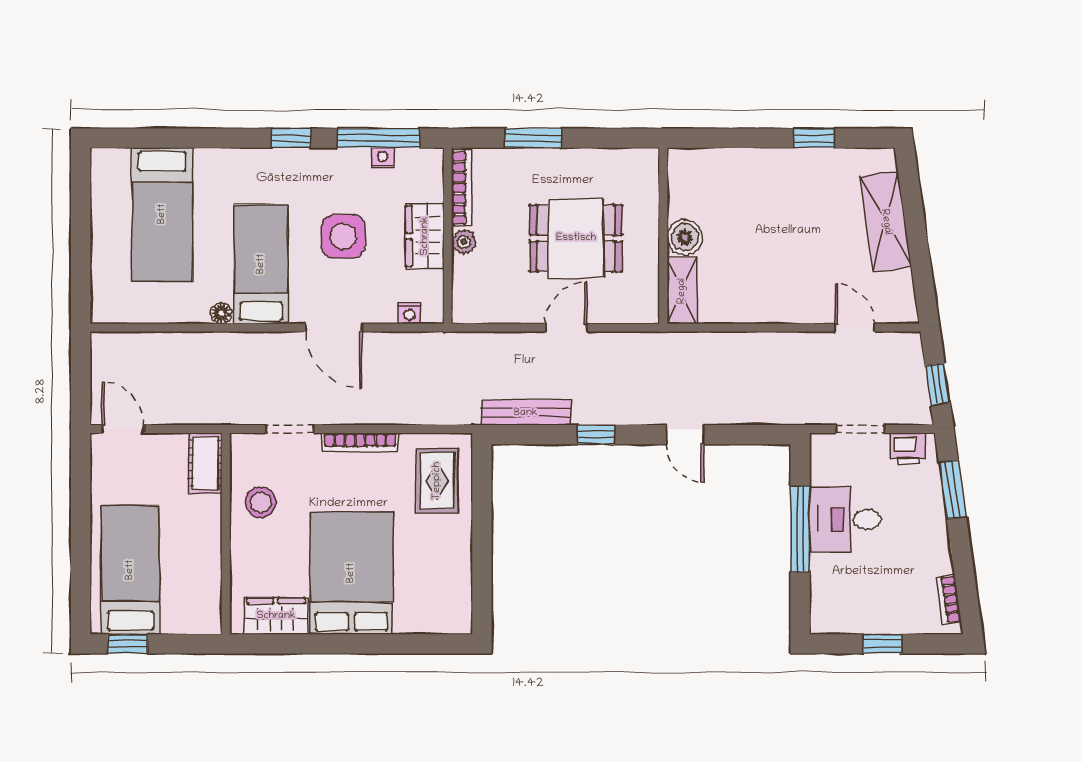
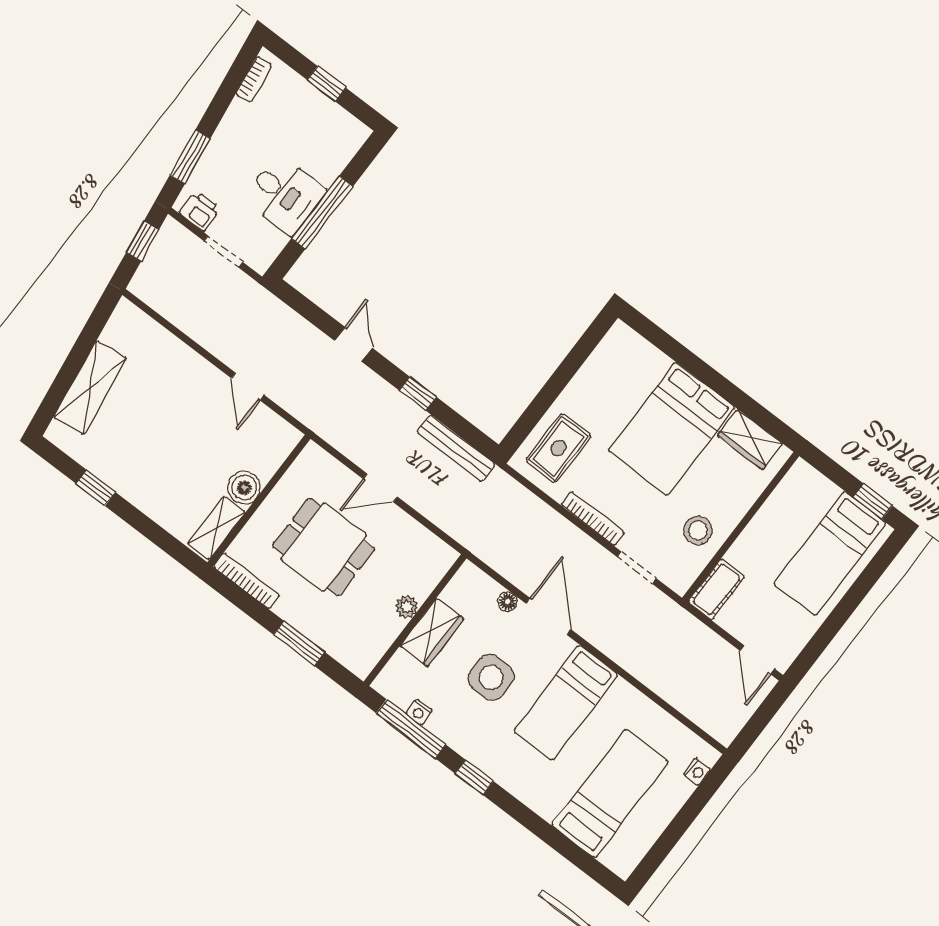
bookcase: (461, 188) -> (246, 581), moved, turned 90
shelving: (682, 291) -> (217, 528), moved
floor lamp: (221, 313) -> (508, 602), moved
nightstand: (409, 313) -> (697, 772), moved, turned 90
door: (855, 328) -> (248, 386), moved

